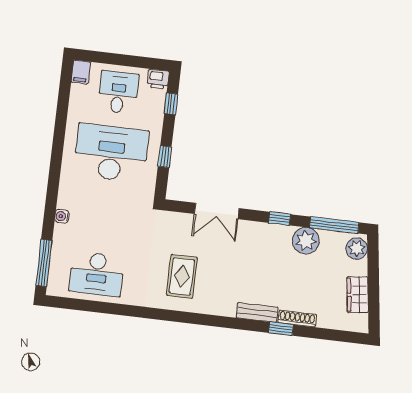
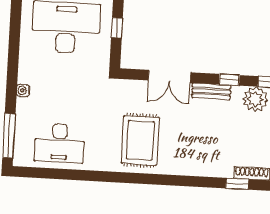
rug: (182, 276) -> (140, 140), width x1.36, depth x1.43
bench: (257, 312) -> (211, 91), moved

